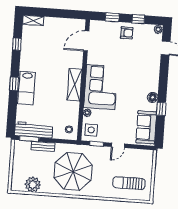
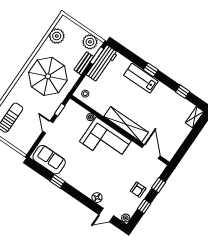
shelving: (75, 85) -> (126, 124), width x1.47
floor lamp: (153, 97) -> (97, 198), moved
side table: (91, 130) -> (74, 112), removed
plant: (21, 152) -> (90, 42), added

